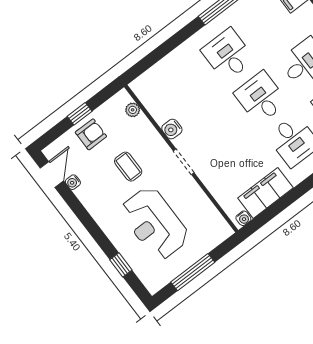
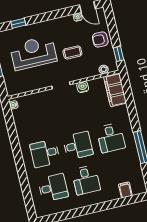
desk: (228, 55) -> (111, 138), turned 90
window: (80, 114) -> (119, 54), moved
armchair: (91, 134) -> (100, 39), turned 90
filing cabinet: (266, 193) -> (115, 90), moved, turned 180

